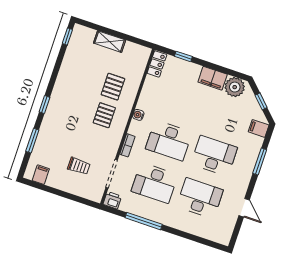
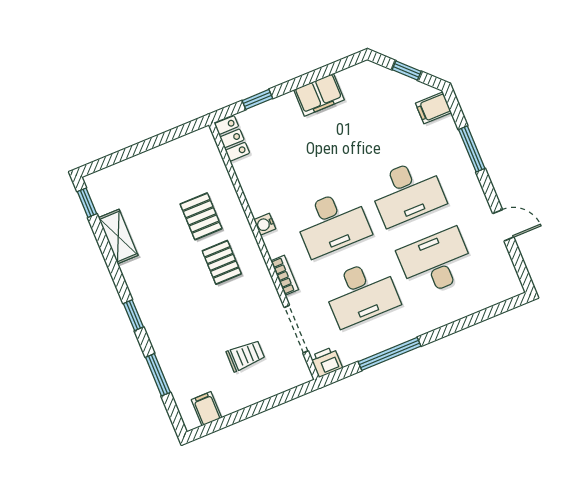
shelving: (110, 42) -> (118, 236), moved, turned 90
plant: (235, 87) -> (357, 82), removed
desk: (214, 156) -> (407, 192), turned 180

